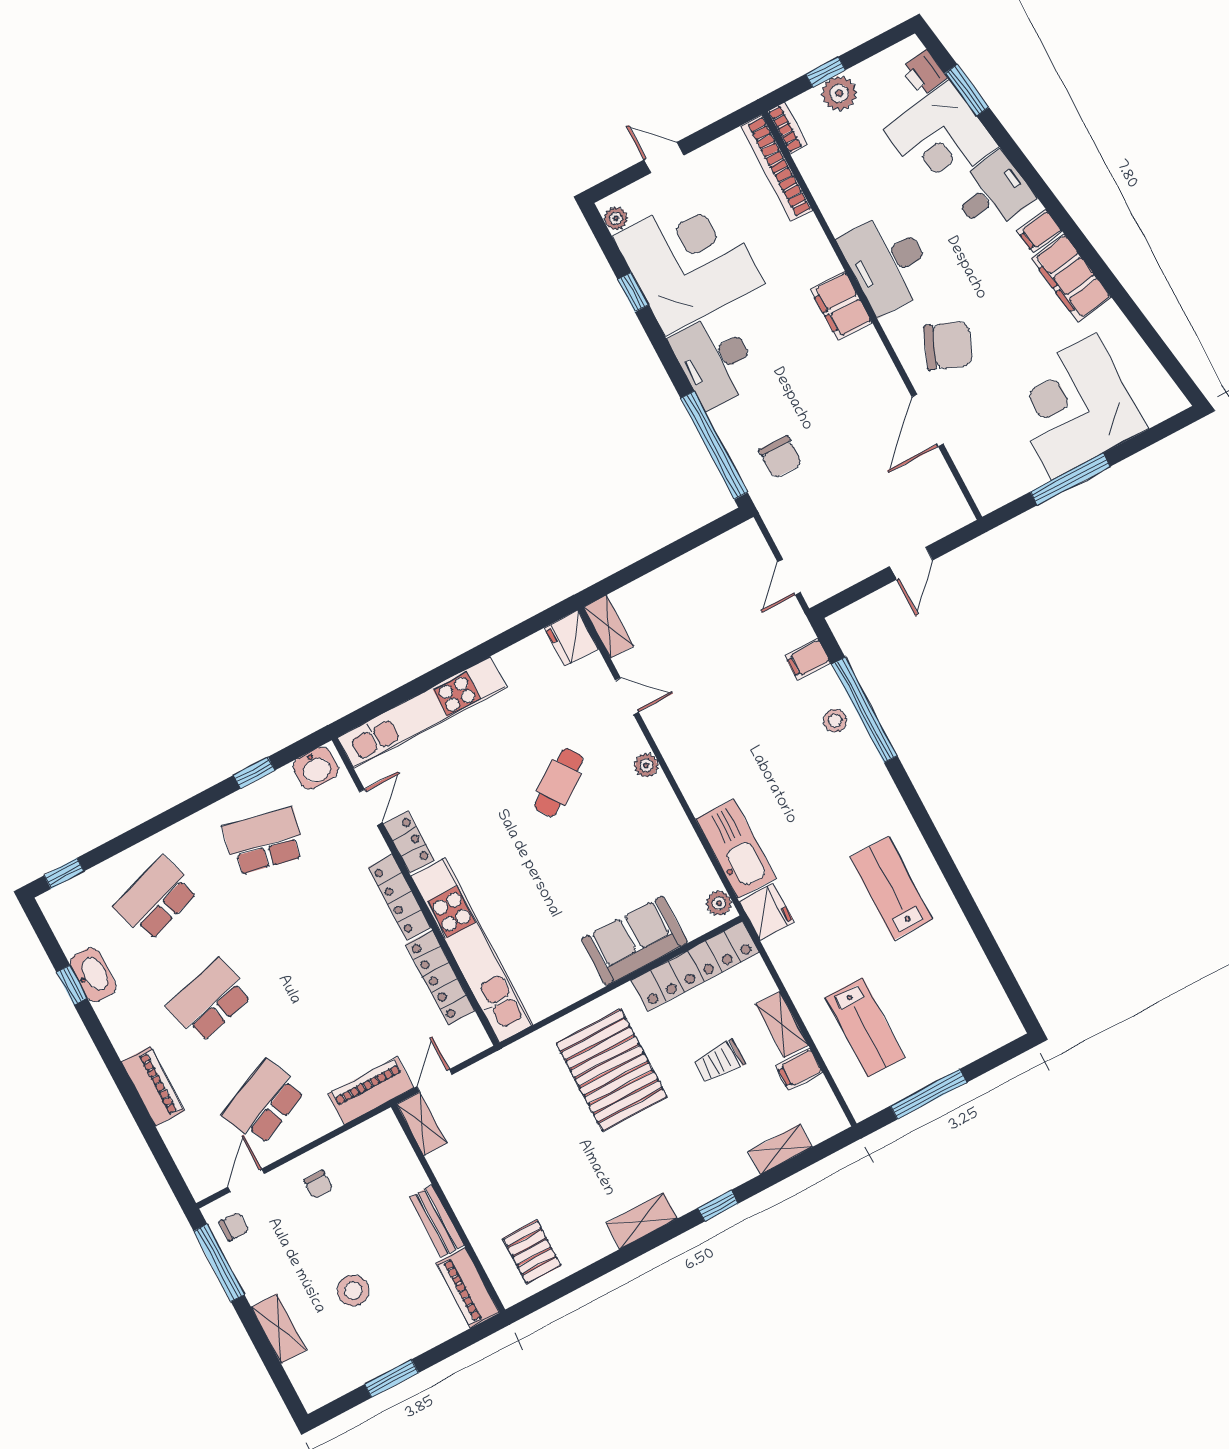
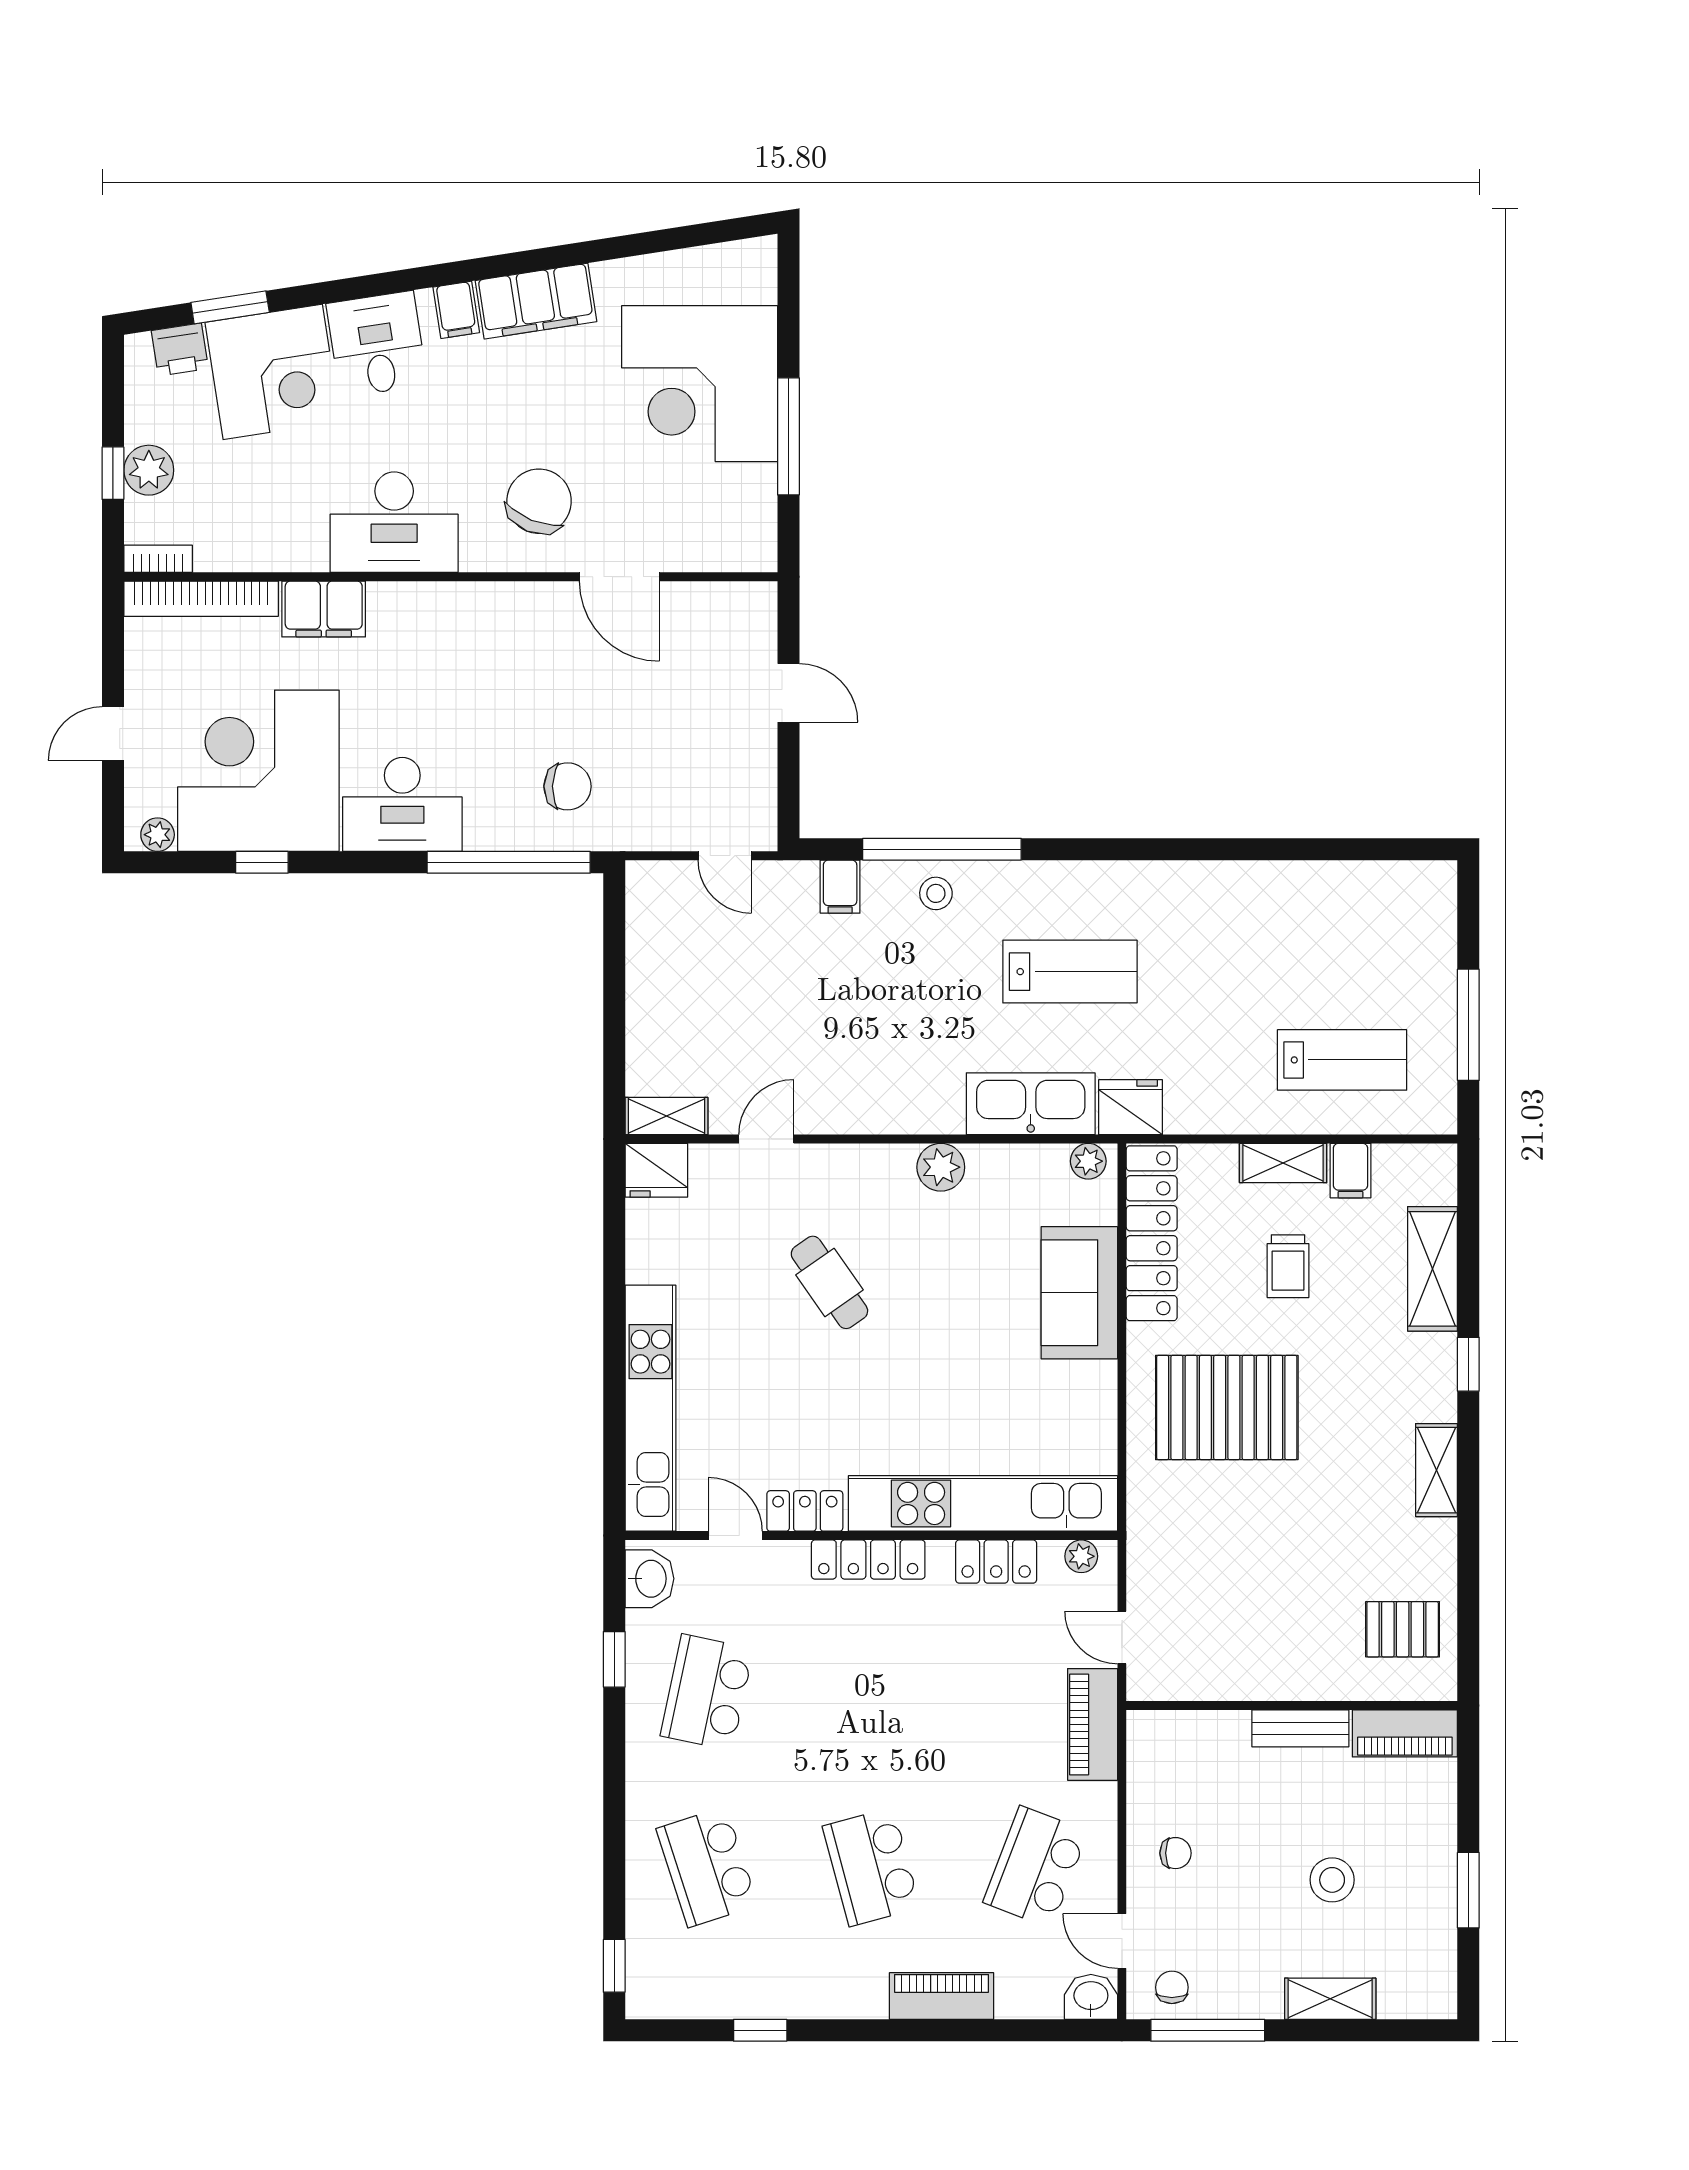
filing cabinet: (841, 306) -> (324, 609), moved
plant: (646, 765) -> (941, 1167), moved, width x1.38, depth x1.38
lab bench: (891, 888) -> (1070, 972), moved, turned 180
washbasin: (93, 975) -> (1091, 1997), moved, width x0.72
locker: (440, 978) -> (996, 1562), width x0.66
plant: (472, 1029) -> (1081, 1556), added
school desk: (264, 1102) -> (1036, 1867), turned 45
shelving: (422, 1124) -> (1168, 1683), removed
shelving: (780, 1149) -> (1433, 1269), width x1.50, depth x1.33

